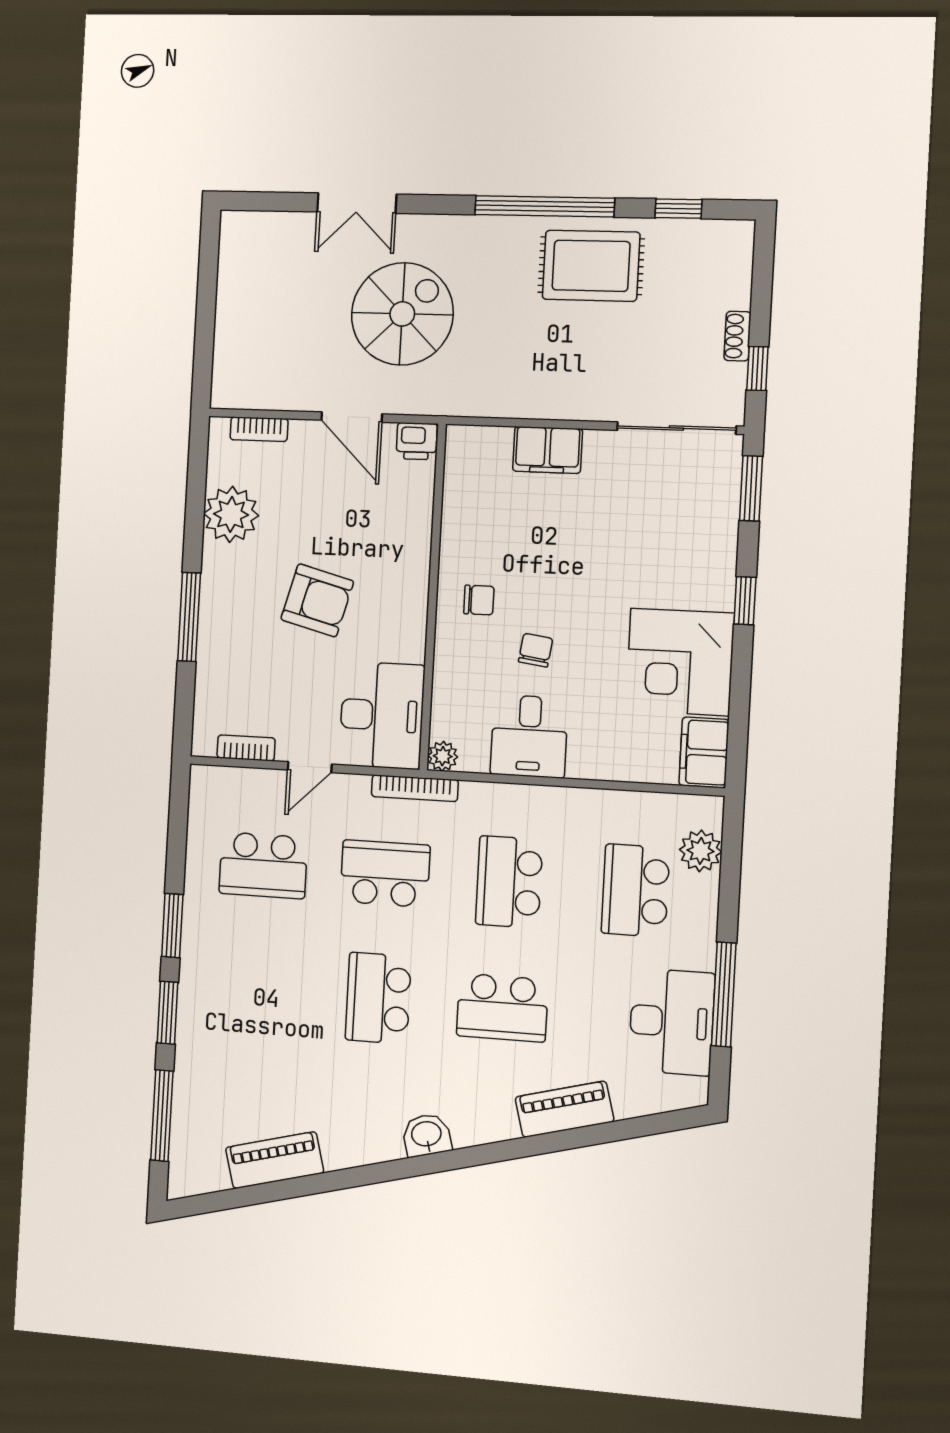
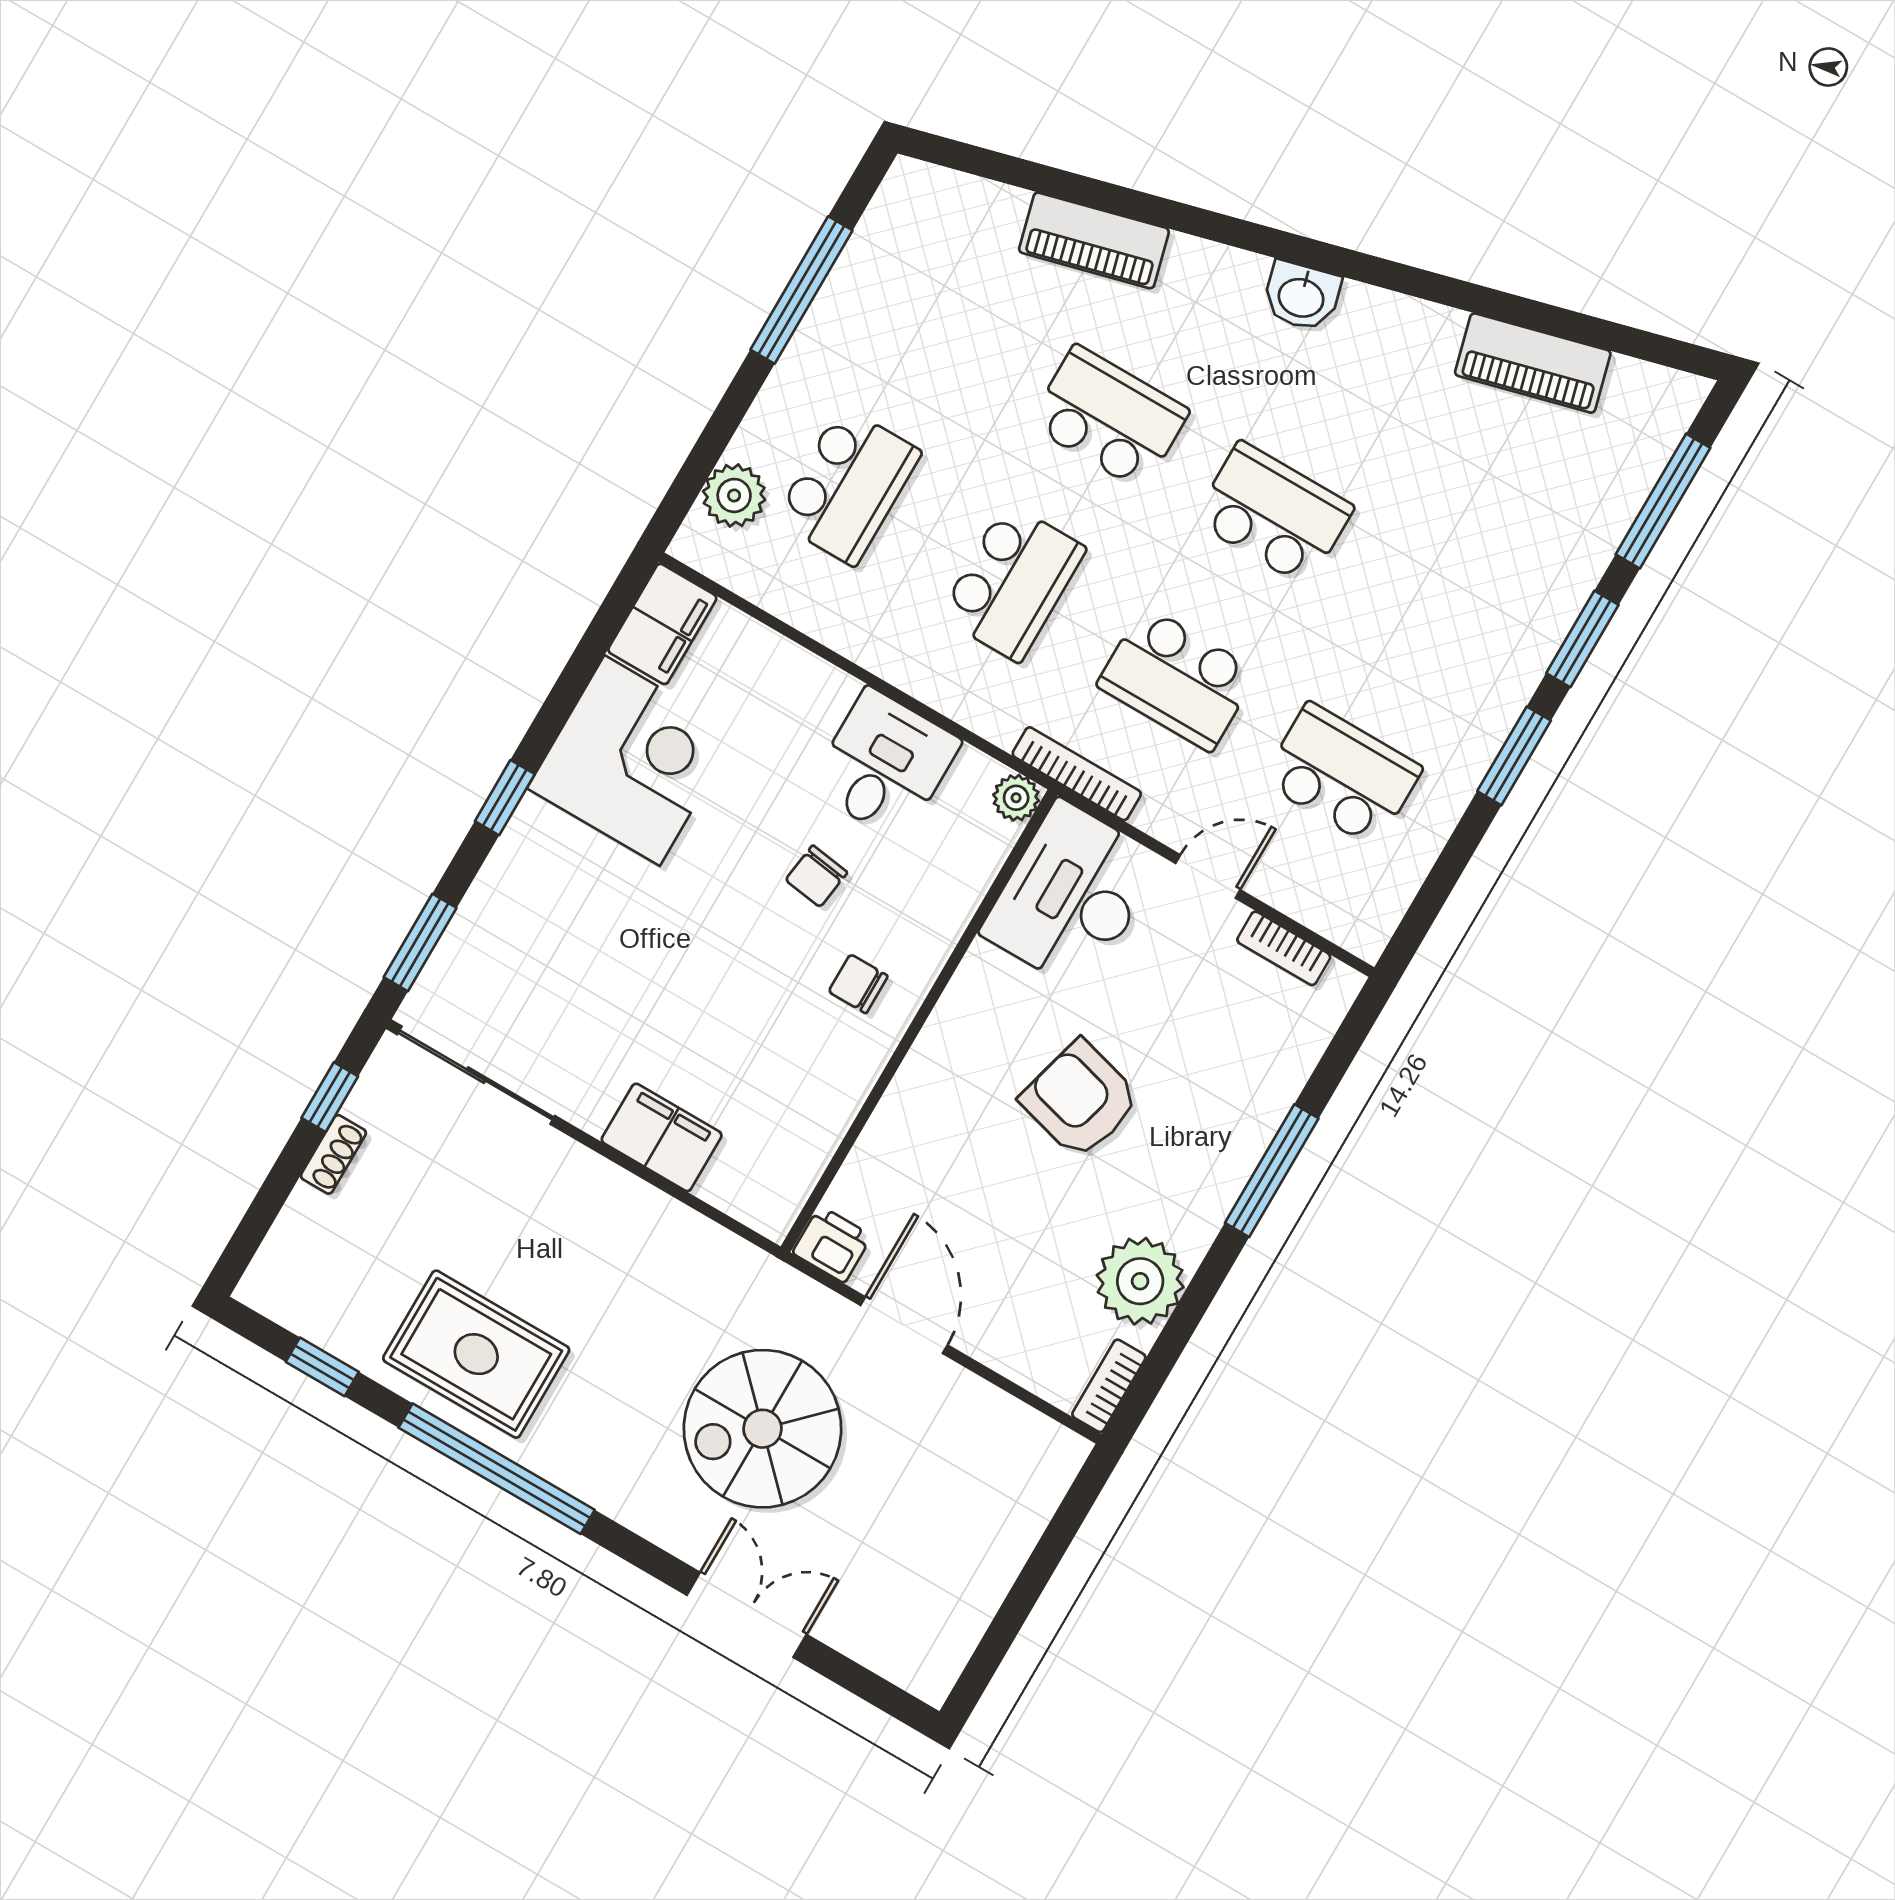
bookcase: (259, 429) -> (1109, 1386), moved, turned -90
school desk: (378, 998) -> (1274, 514), turned -90
desk: (672, 1022) -> (889, 287), removed

